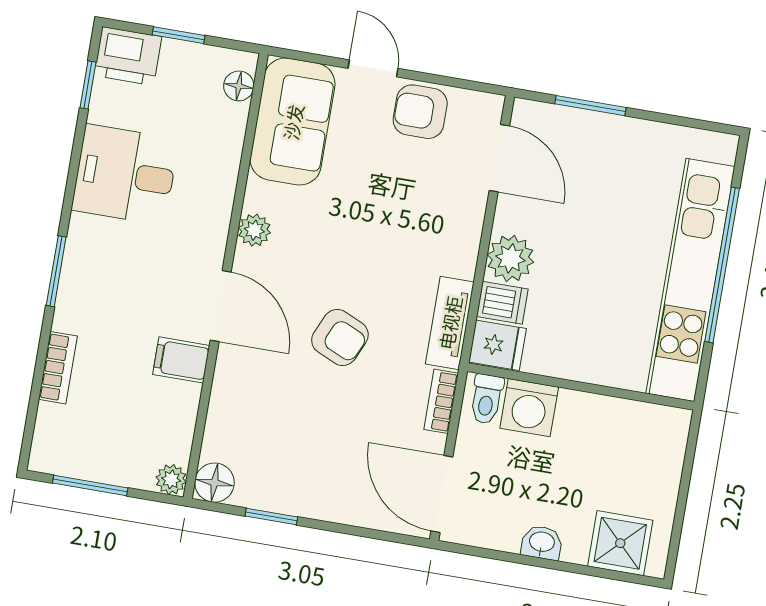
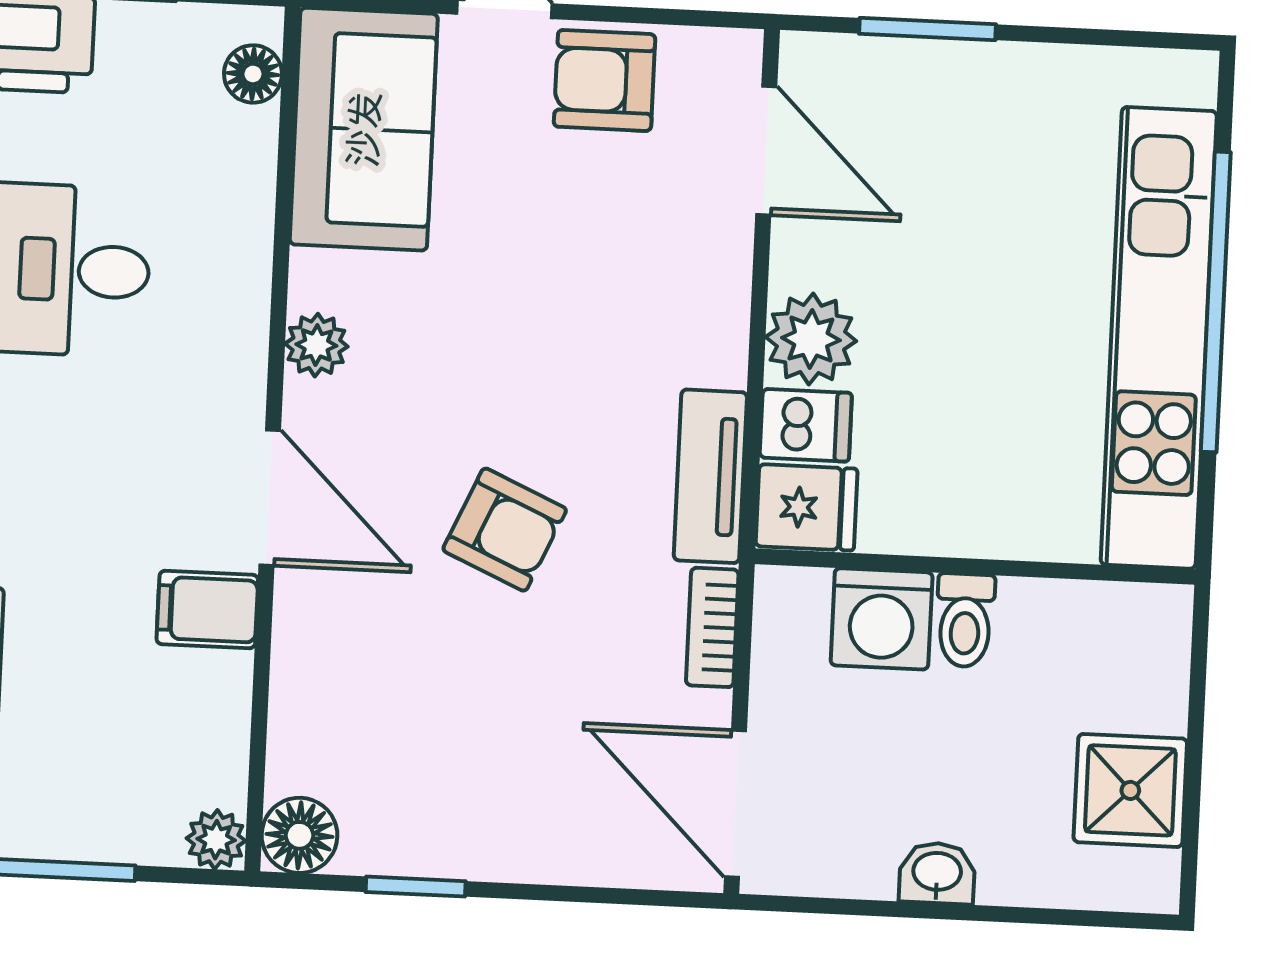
toilet: (487, 399) -> (965, 620), moved
shower: (620, 543) -> (1130, 790), moved

